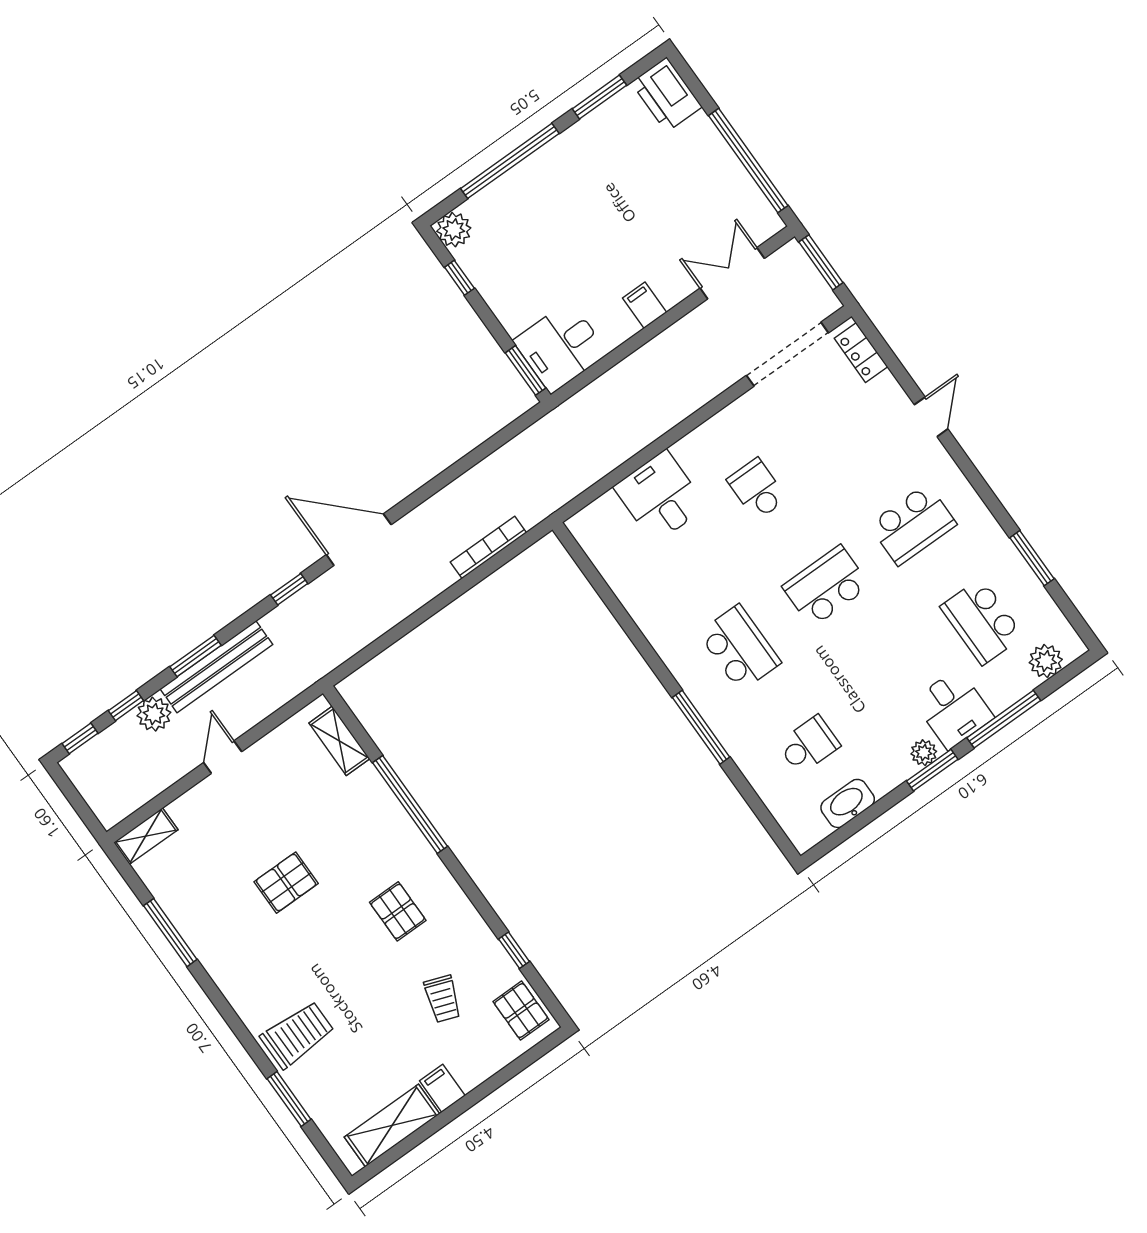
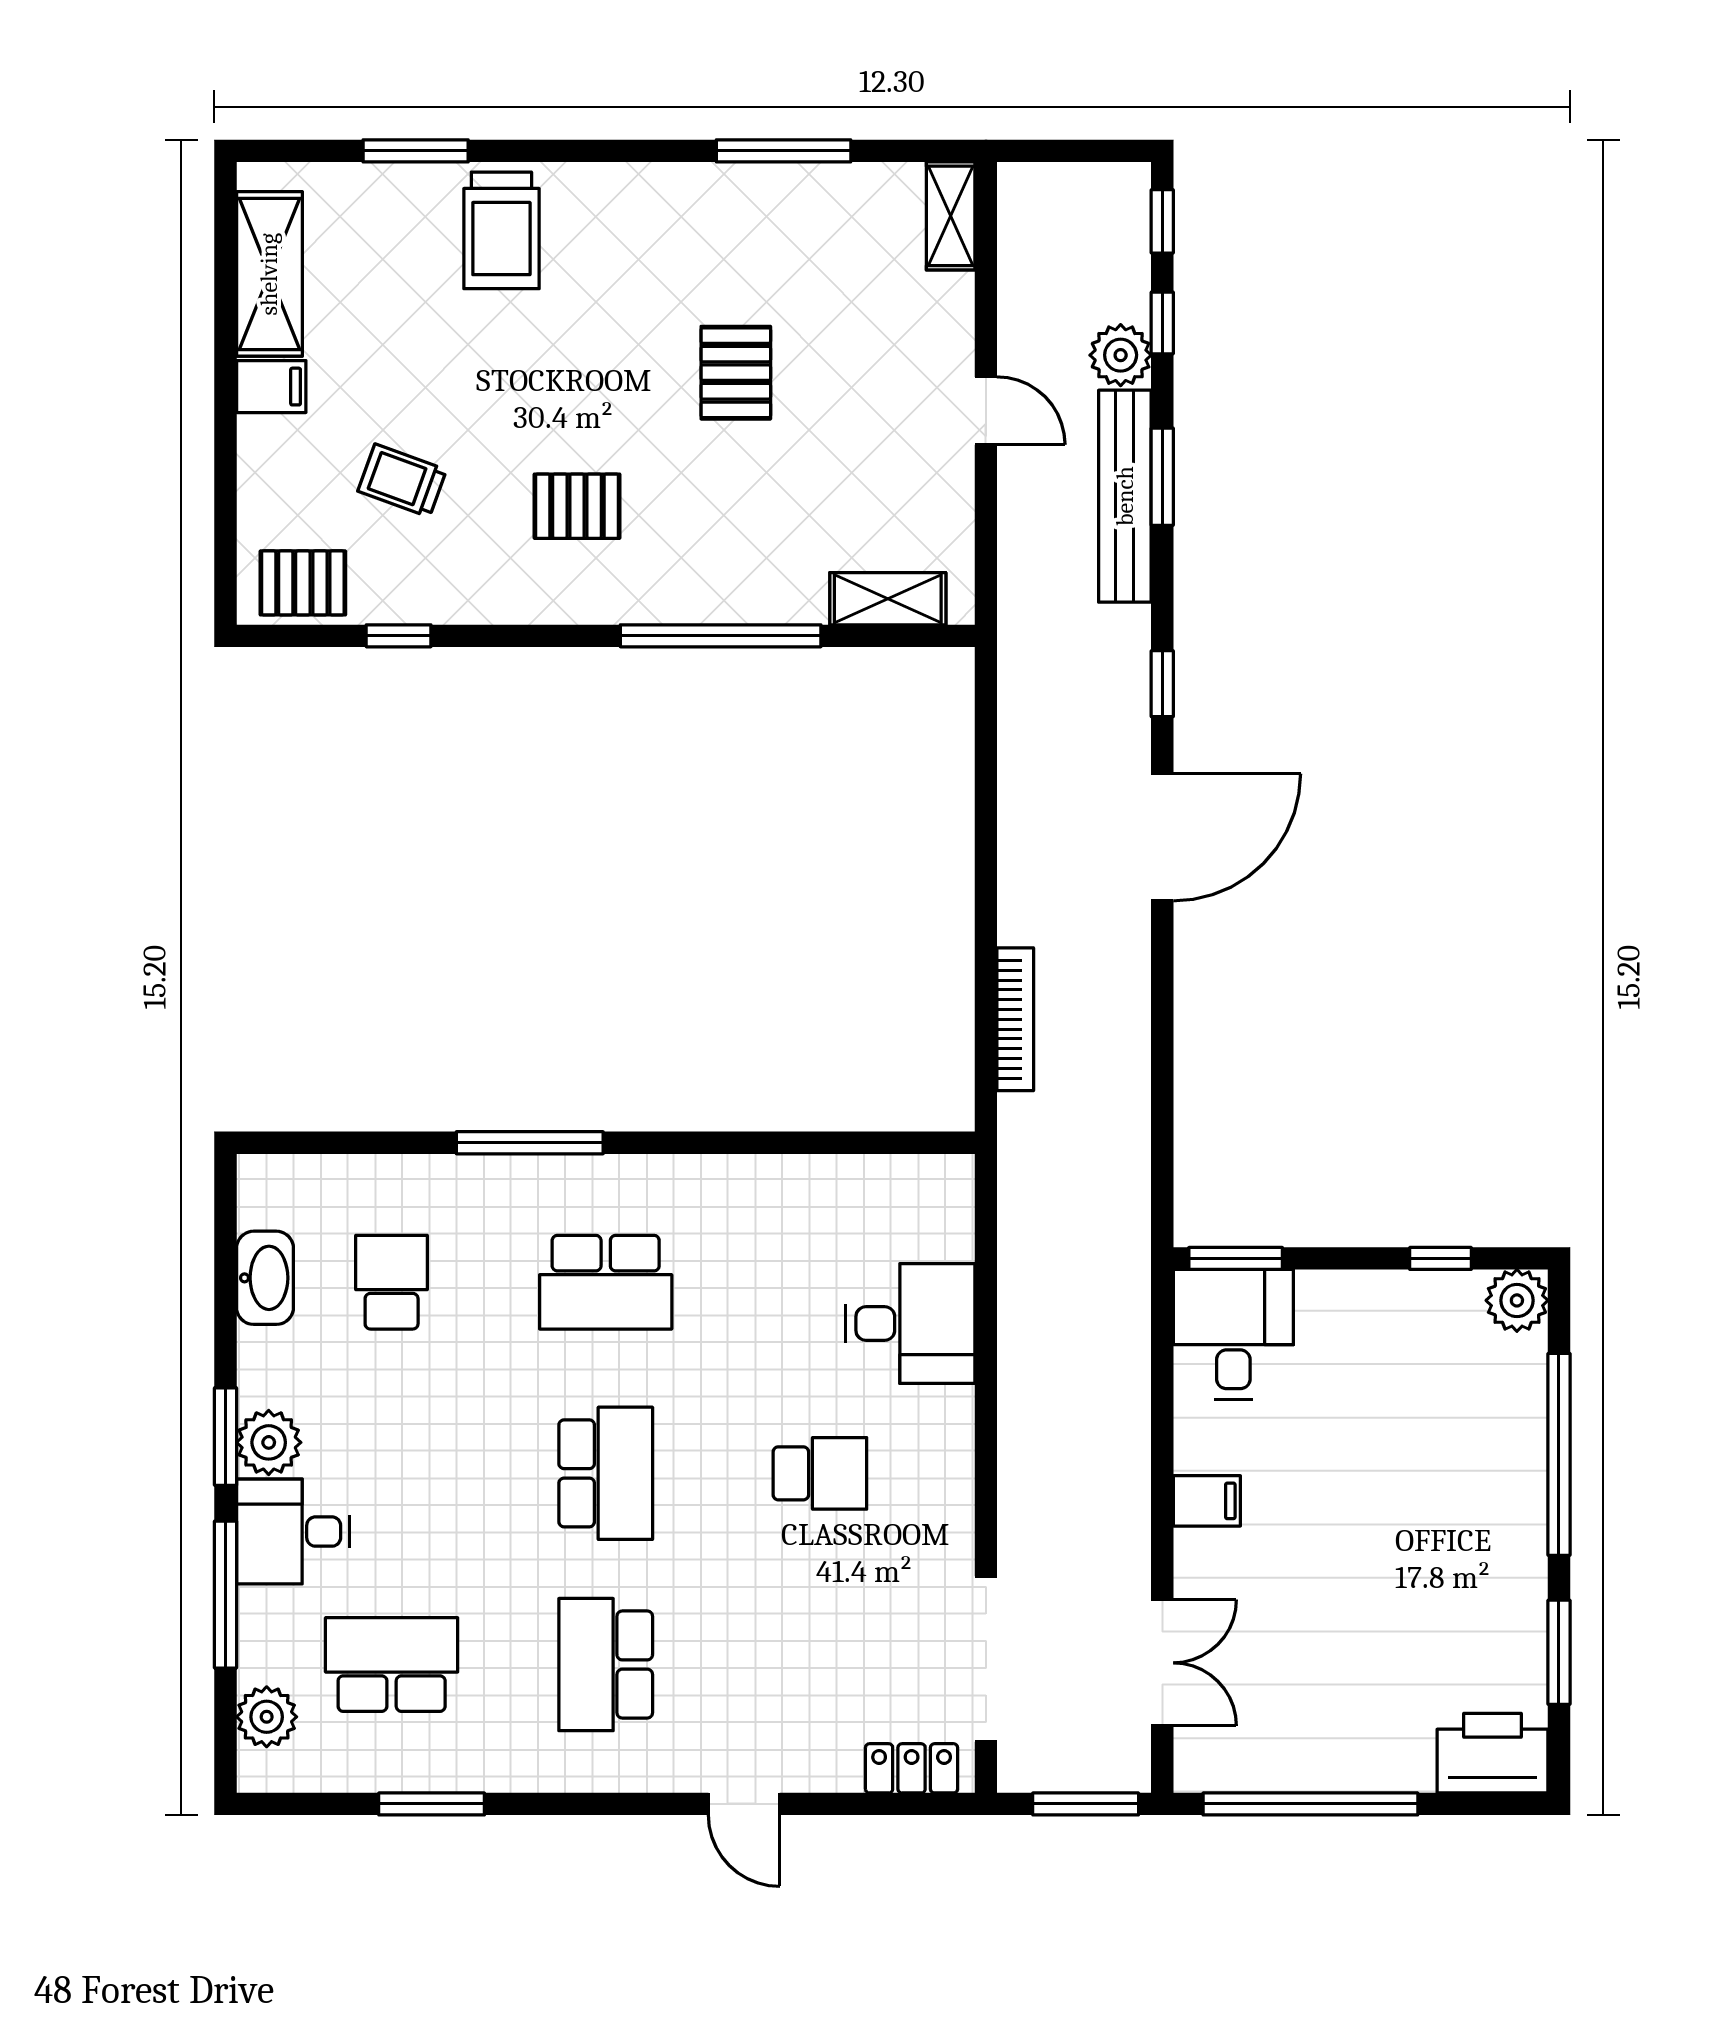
school desk: (809, 745) -> (392, 1282), turned 180
plant: (924, 753) -> (269, 1442), width x1.38, depth x1.38

